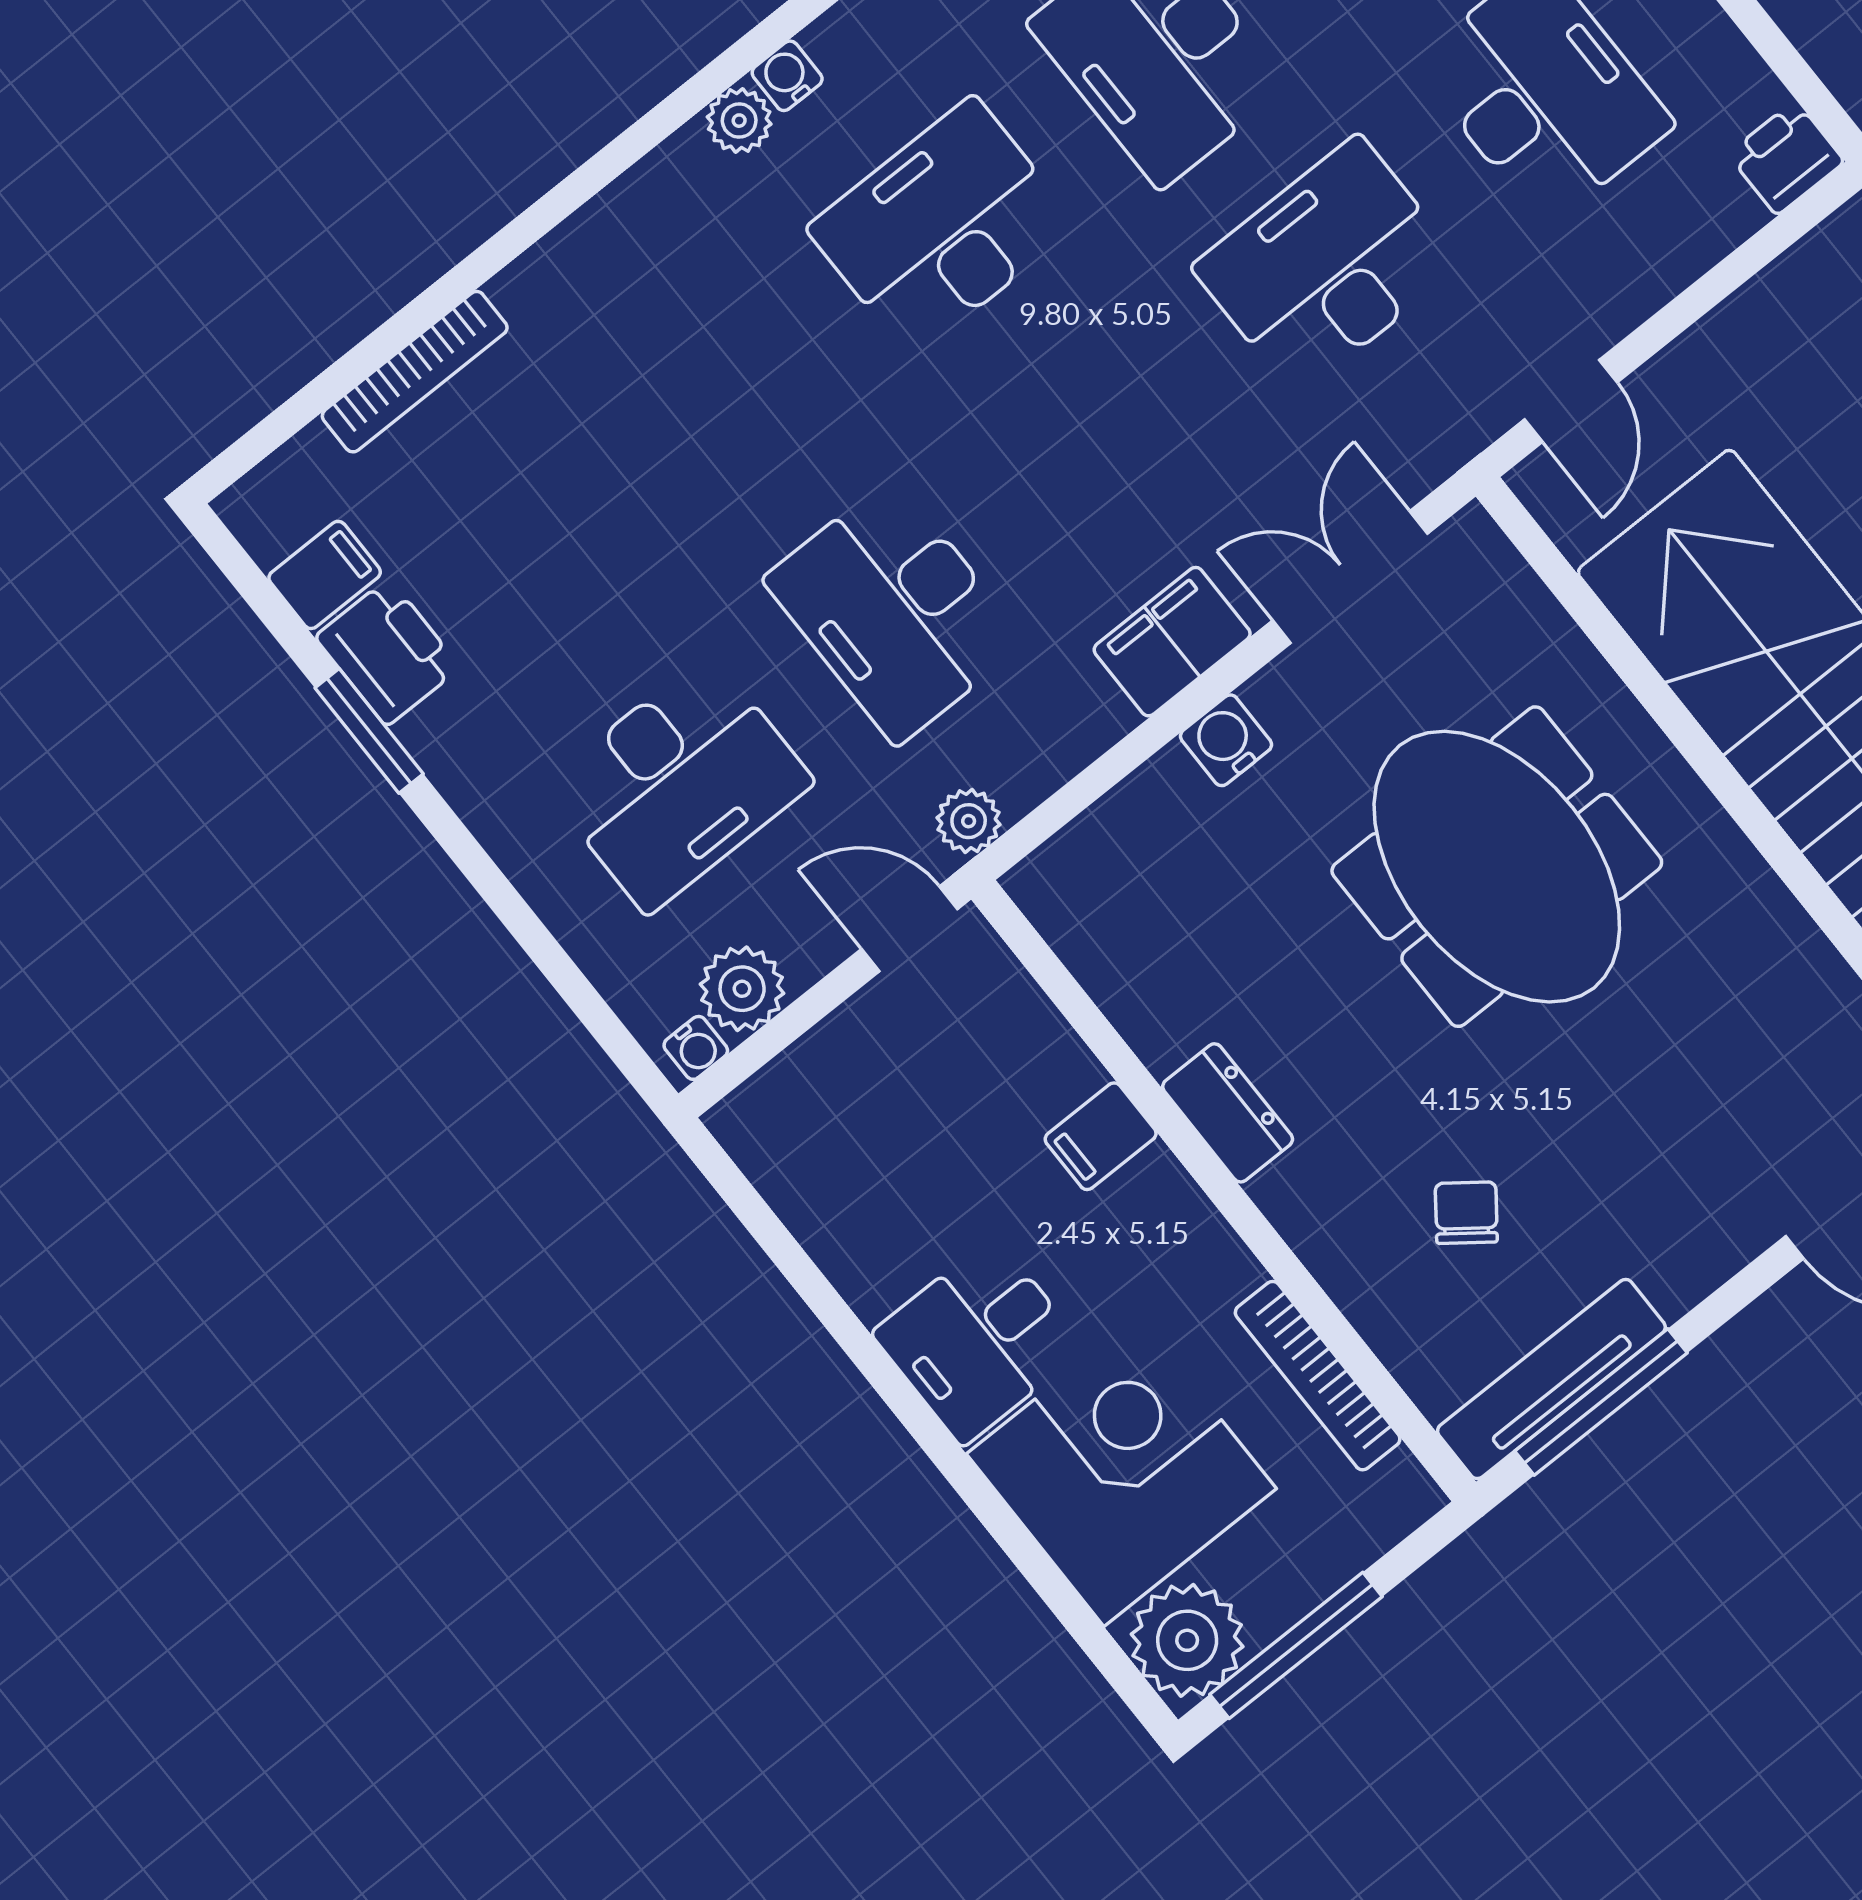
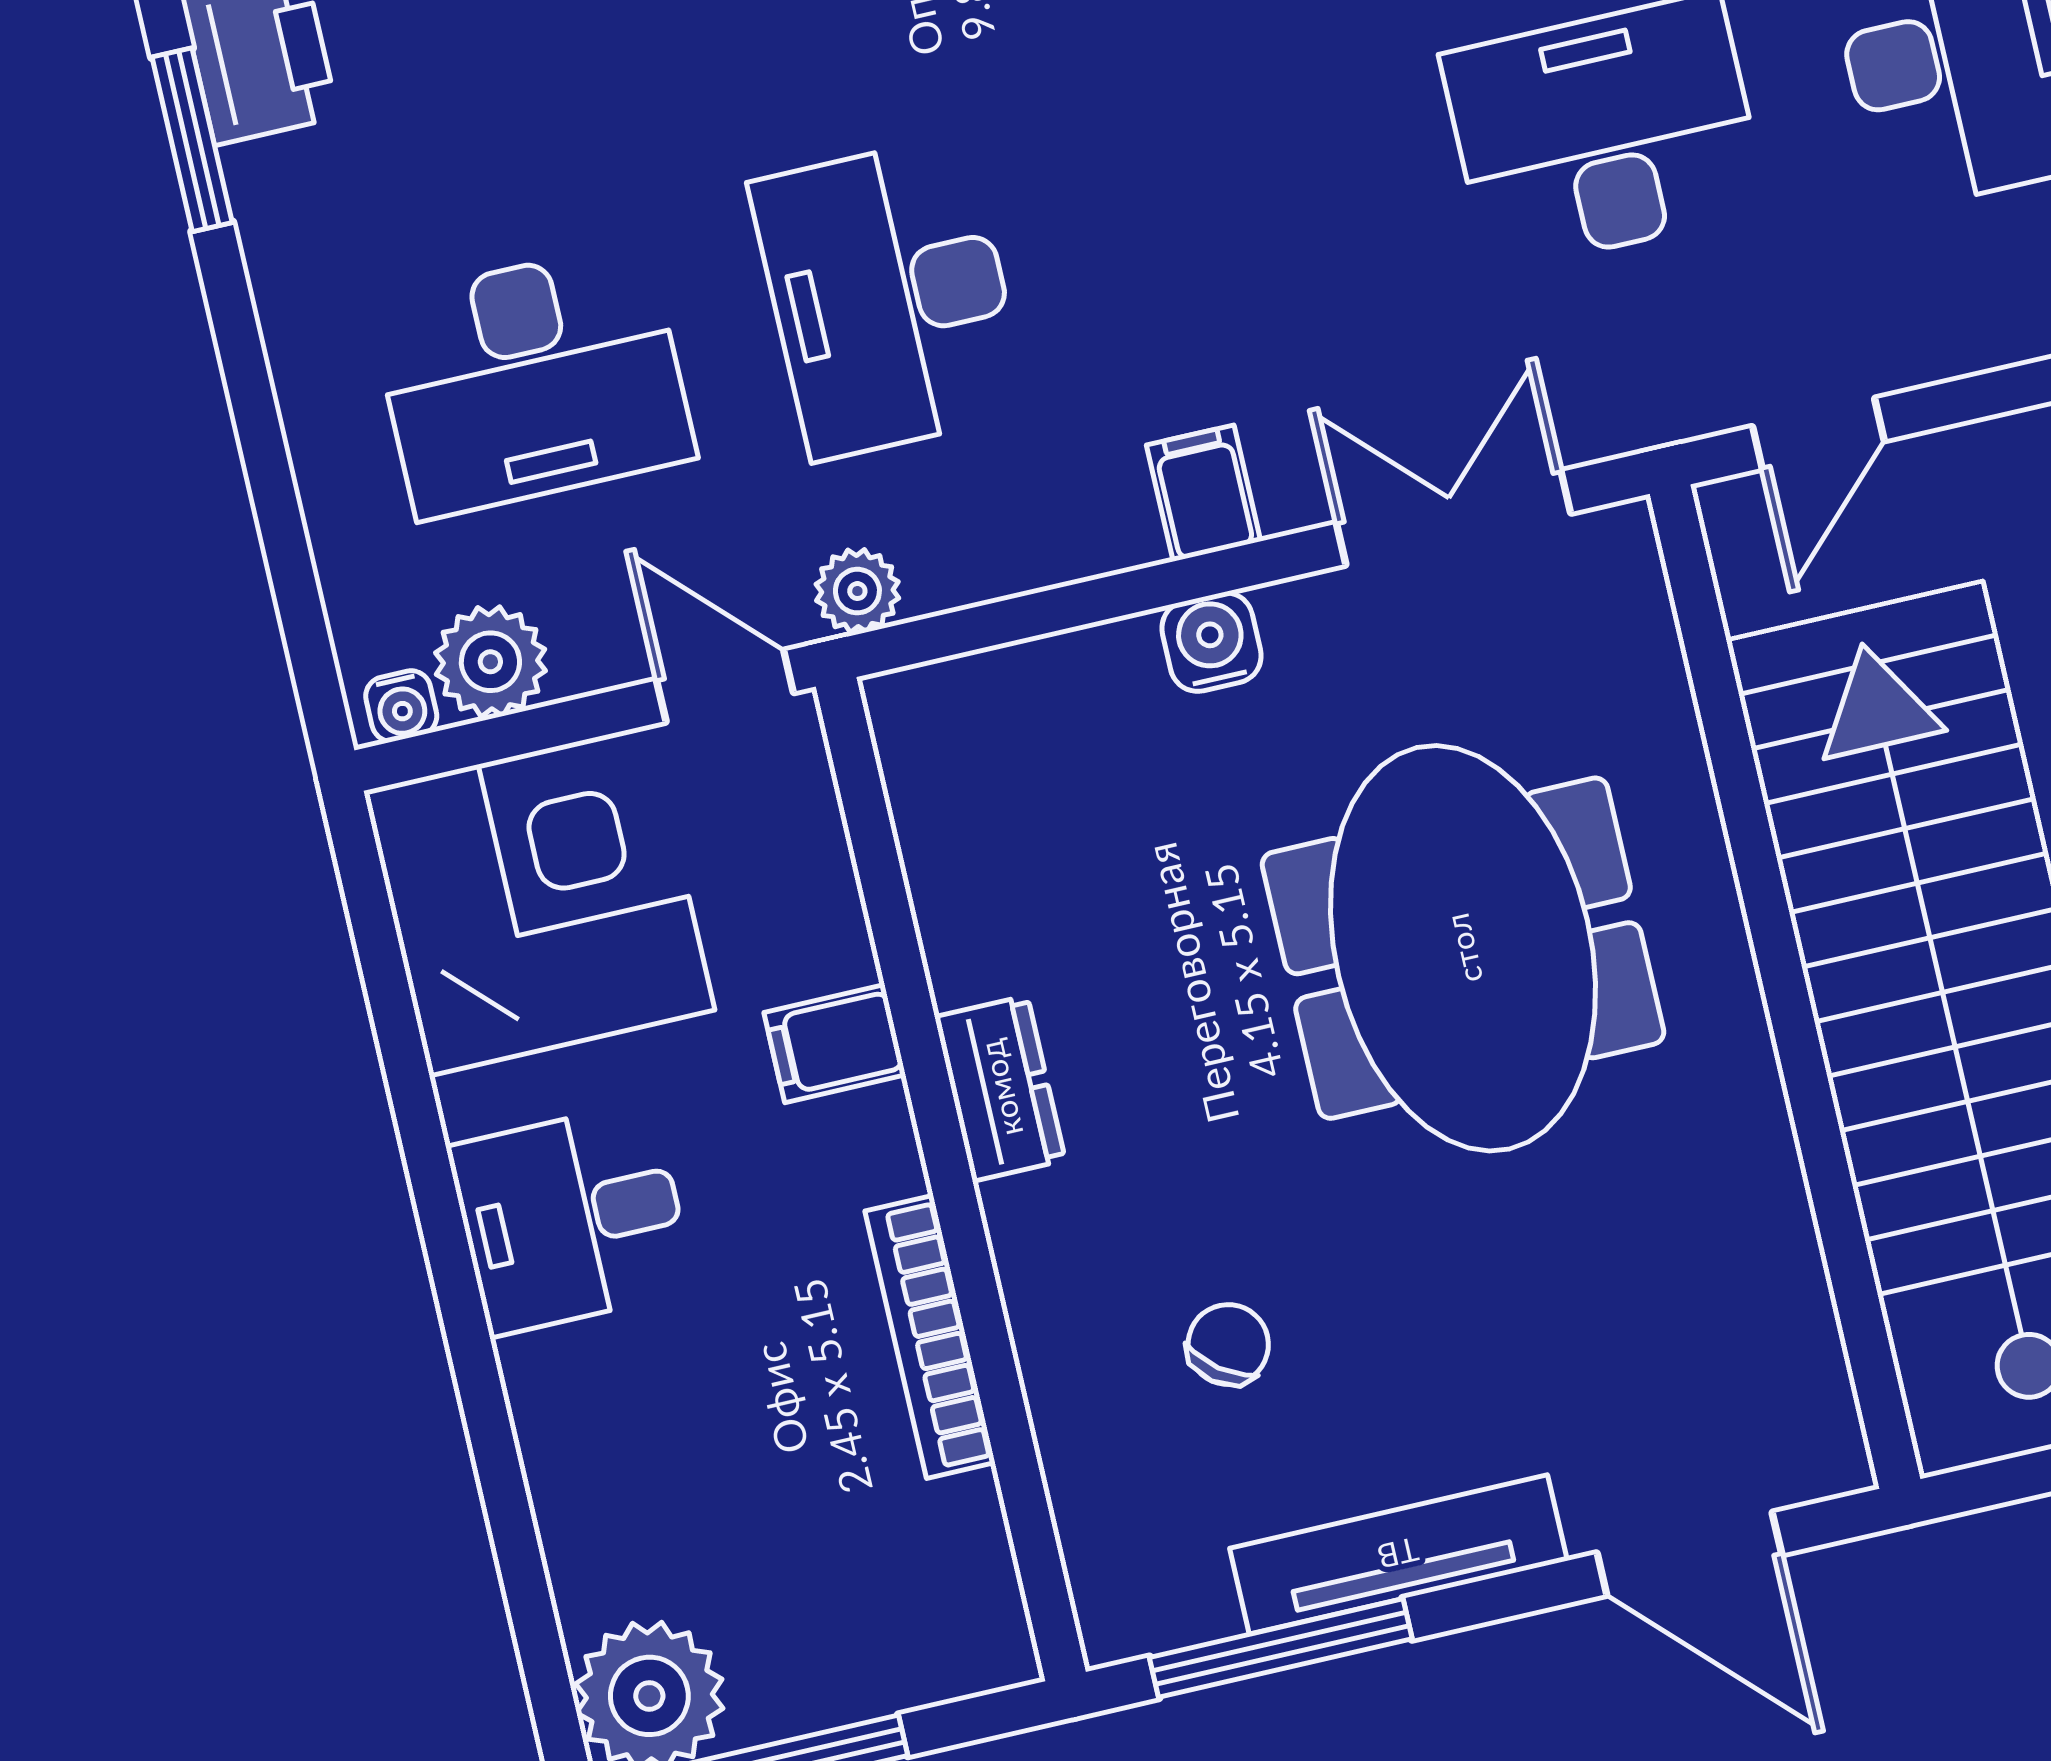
filing cabinet: (1172, 642) -> (1204, 493), width x0.50
bookcase: (1318, 1376) -> (930, 1337), moved
tv unit: (1551, 1379) -> (1398, 1554), moved
corner desk: (1121, 1471) -> (539, 900), moved

